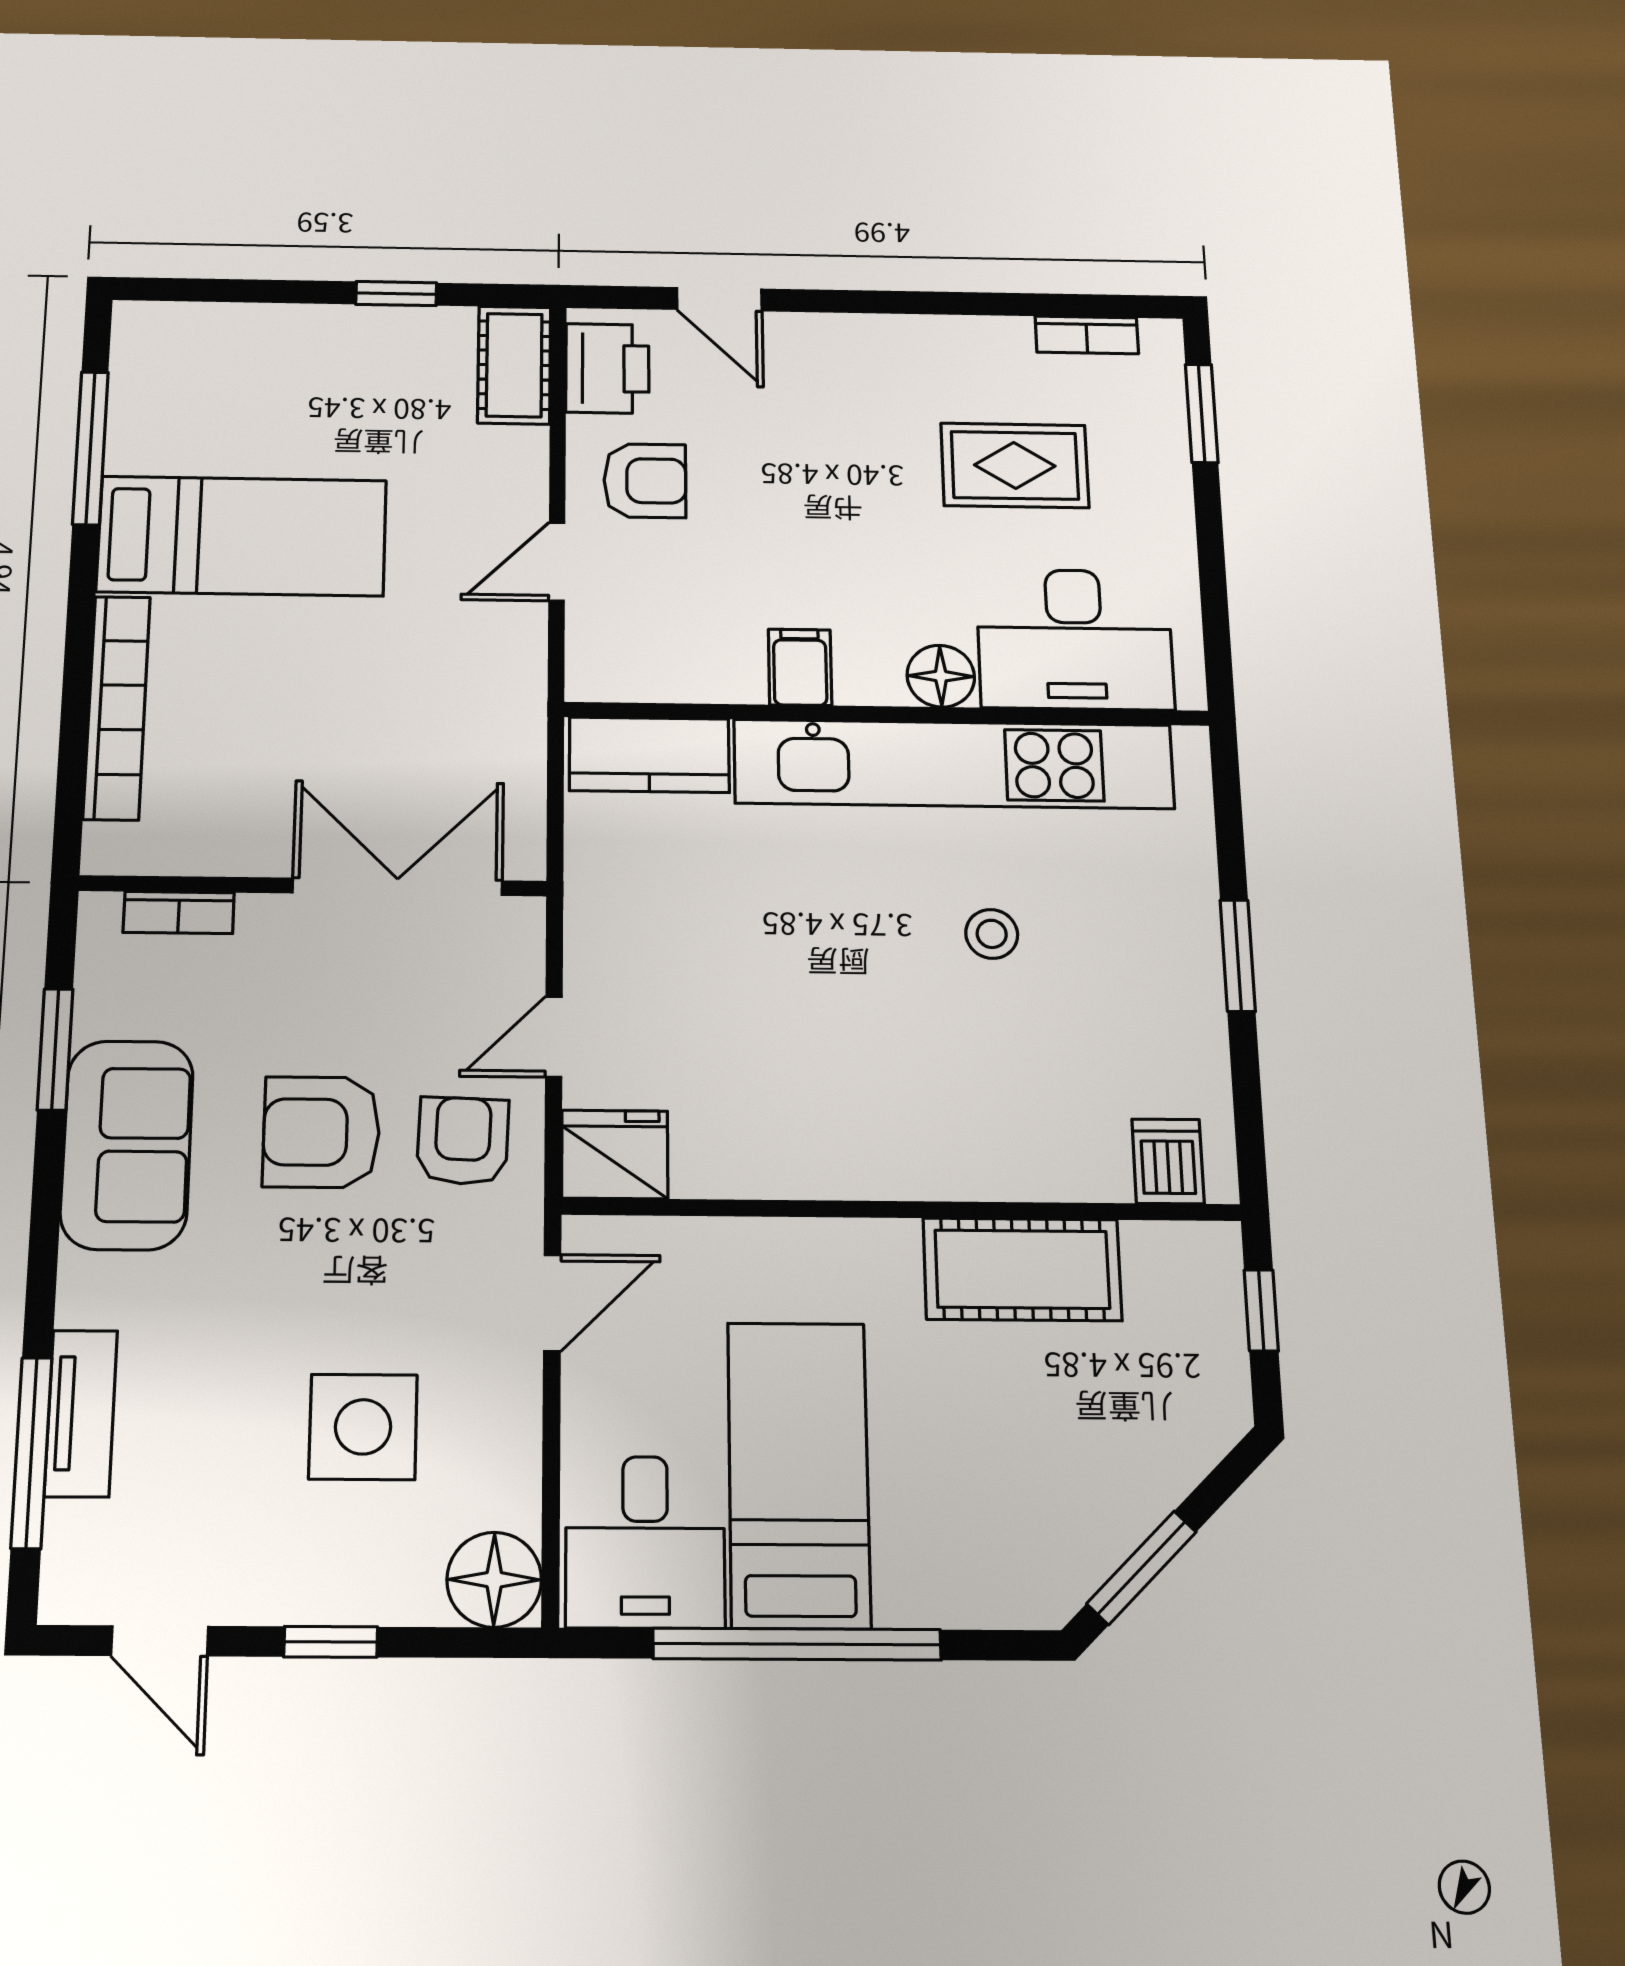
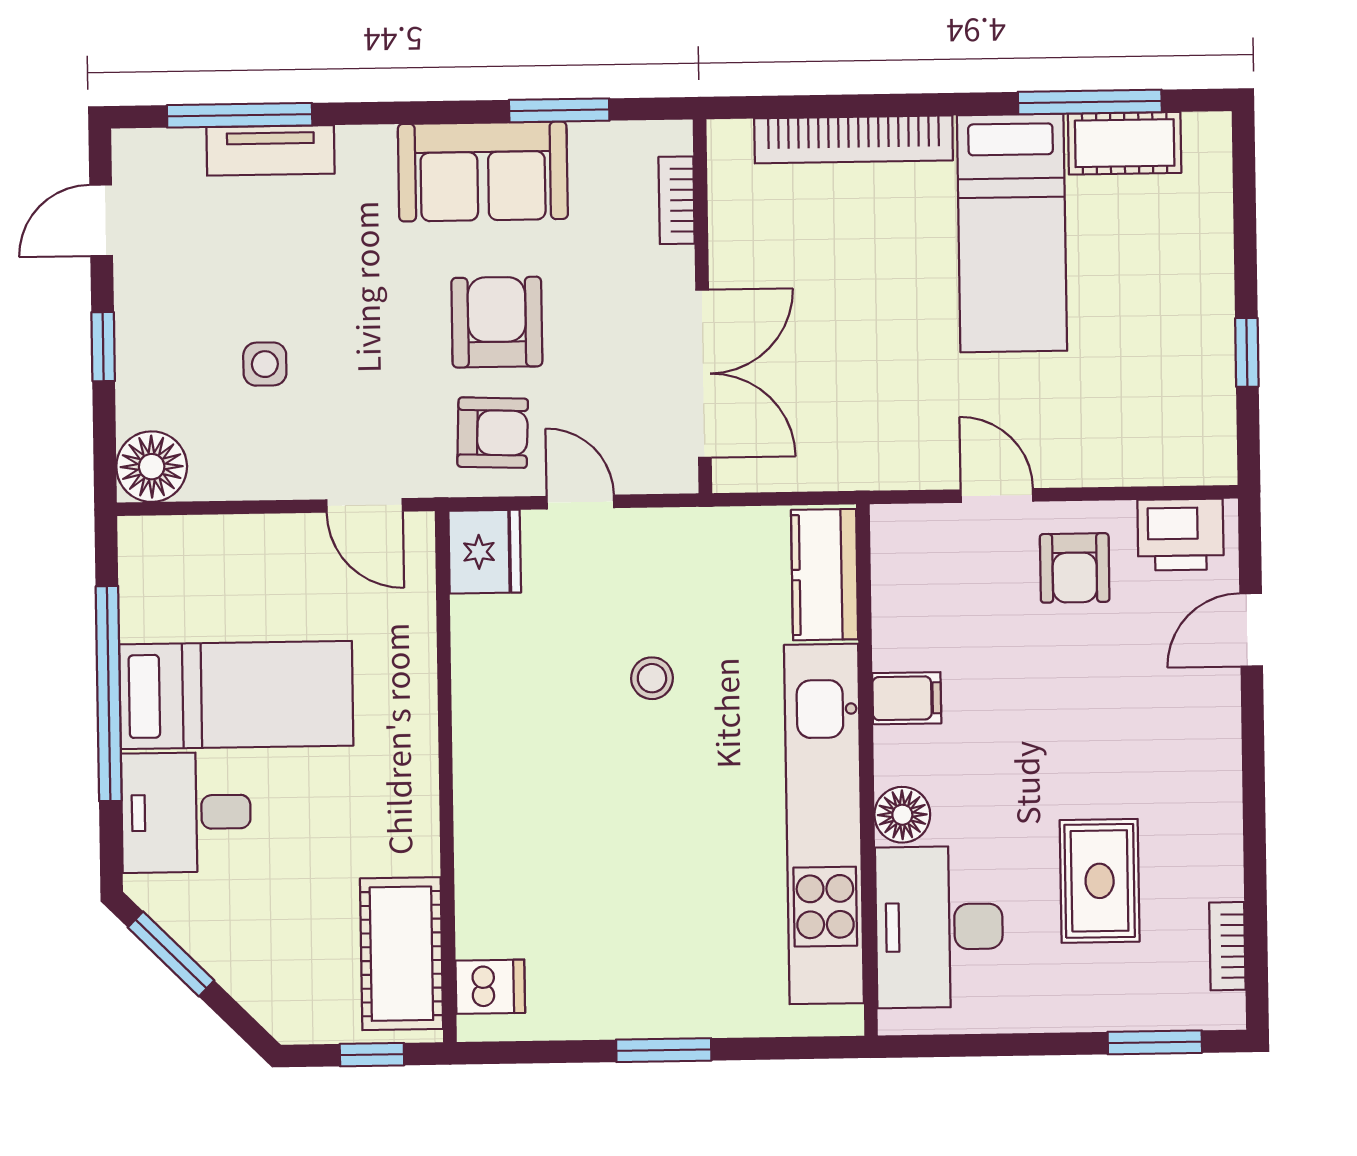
cot: (514, 365) -> (1125, 143), moved
stool: (992, 934) -> (652, 678), moved
cot: (1022, 1269) -> (401, 954), moved
side table: (363, 1427) -> (265, 364), width x0.54, depth x0.54
desk: (645, 1542) -> (186, 812), moved

